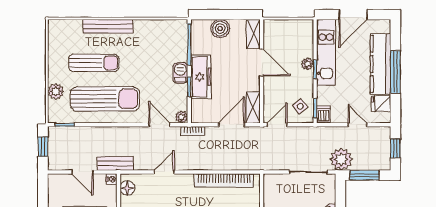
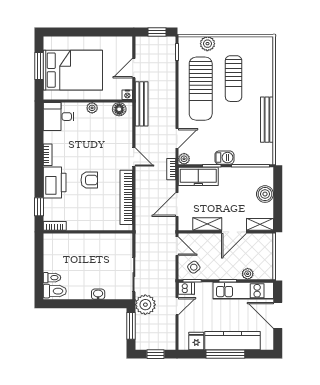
bench: (108, 26) -> (267, 120), moved
plant: (307, 64) -> (248, 274), moved
freezer: (201, 77) -> (198, 176), moved
shelving: (253, 108) -> (207, 224), moved
door: (232, 125) -> (177, 204), swing flipped
door: (358, 125) -> (177, 306), moved
bench: (115, 164) -> (142, 104), width x1.36
door: (164, 172) -> (134, 157), moved

